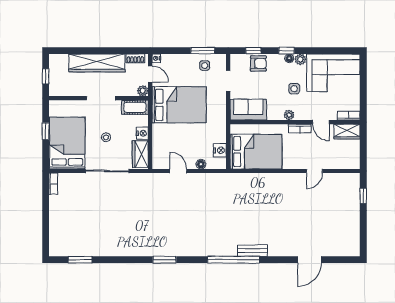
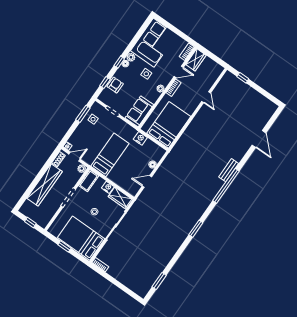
bed: (179, 105) -> (110, 155), width x0.67
nightstand: (220, 150) -> (140, 138), moved

